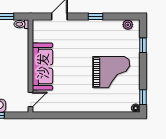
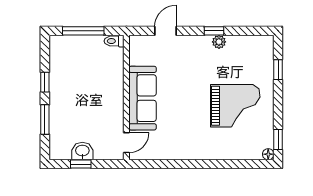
plant: (128, 25) -> (219, 42), moved

